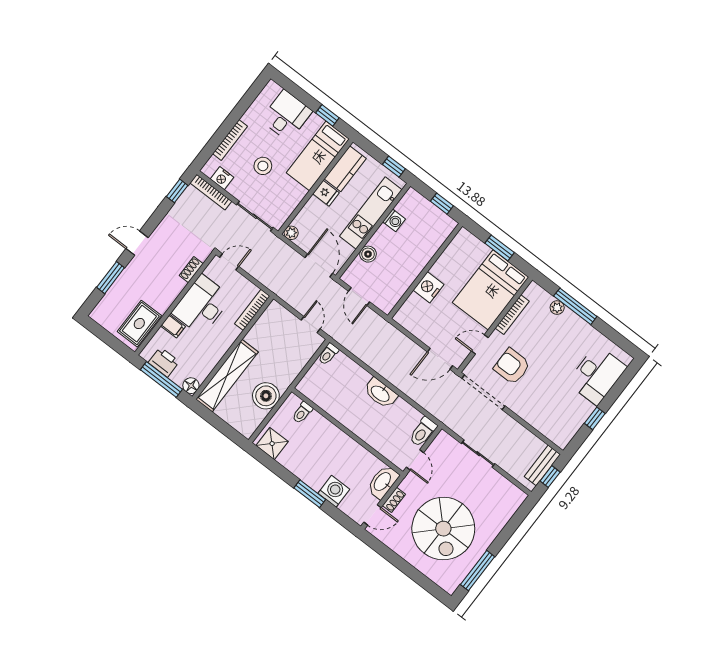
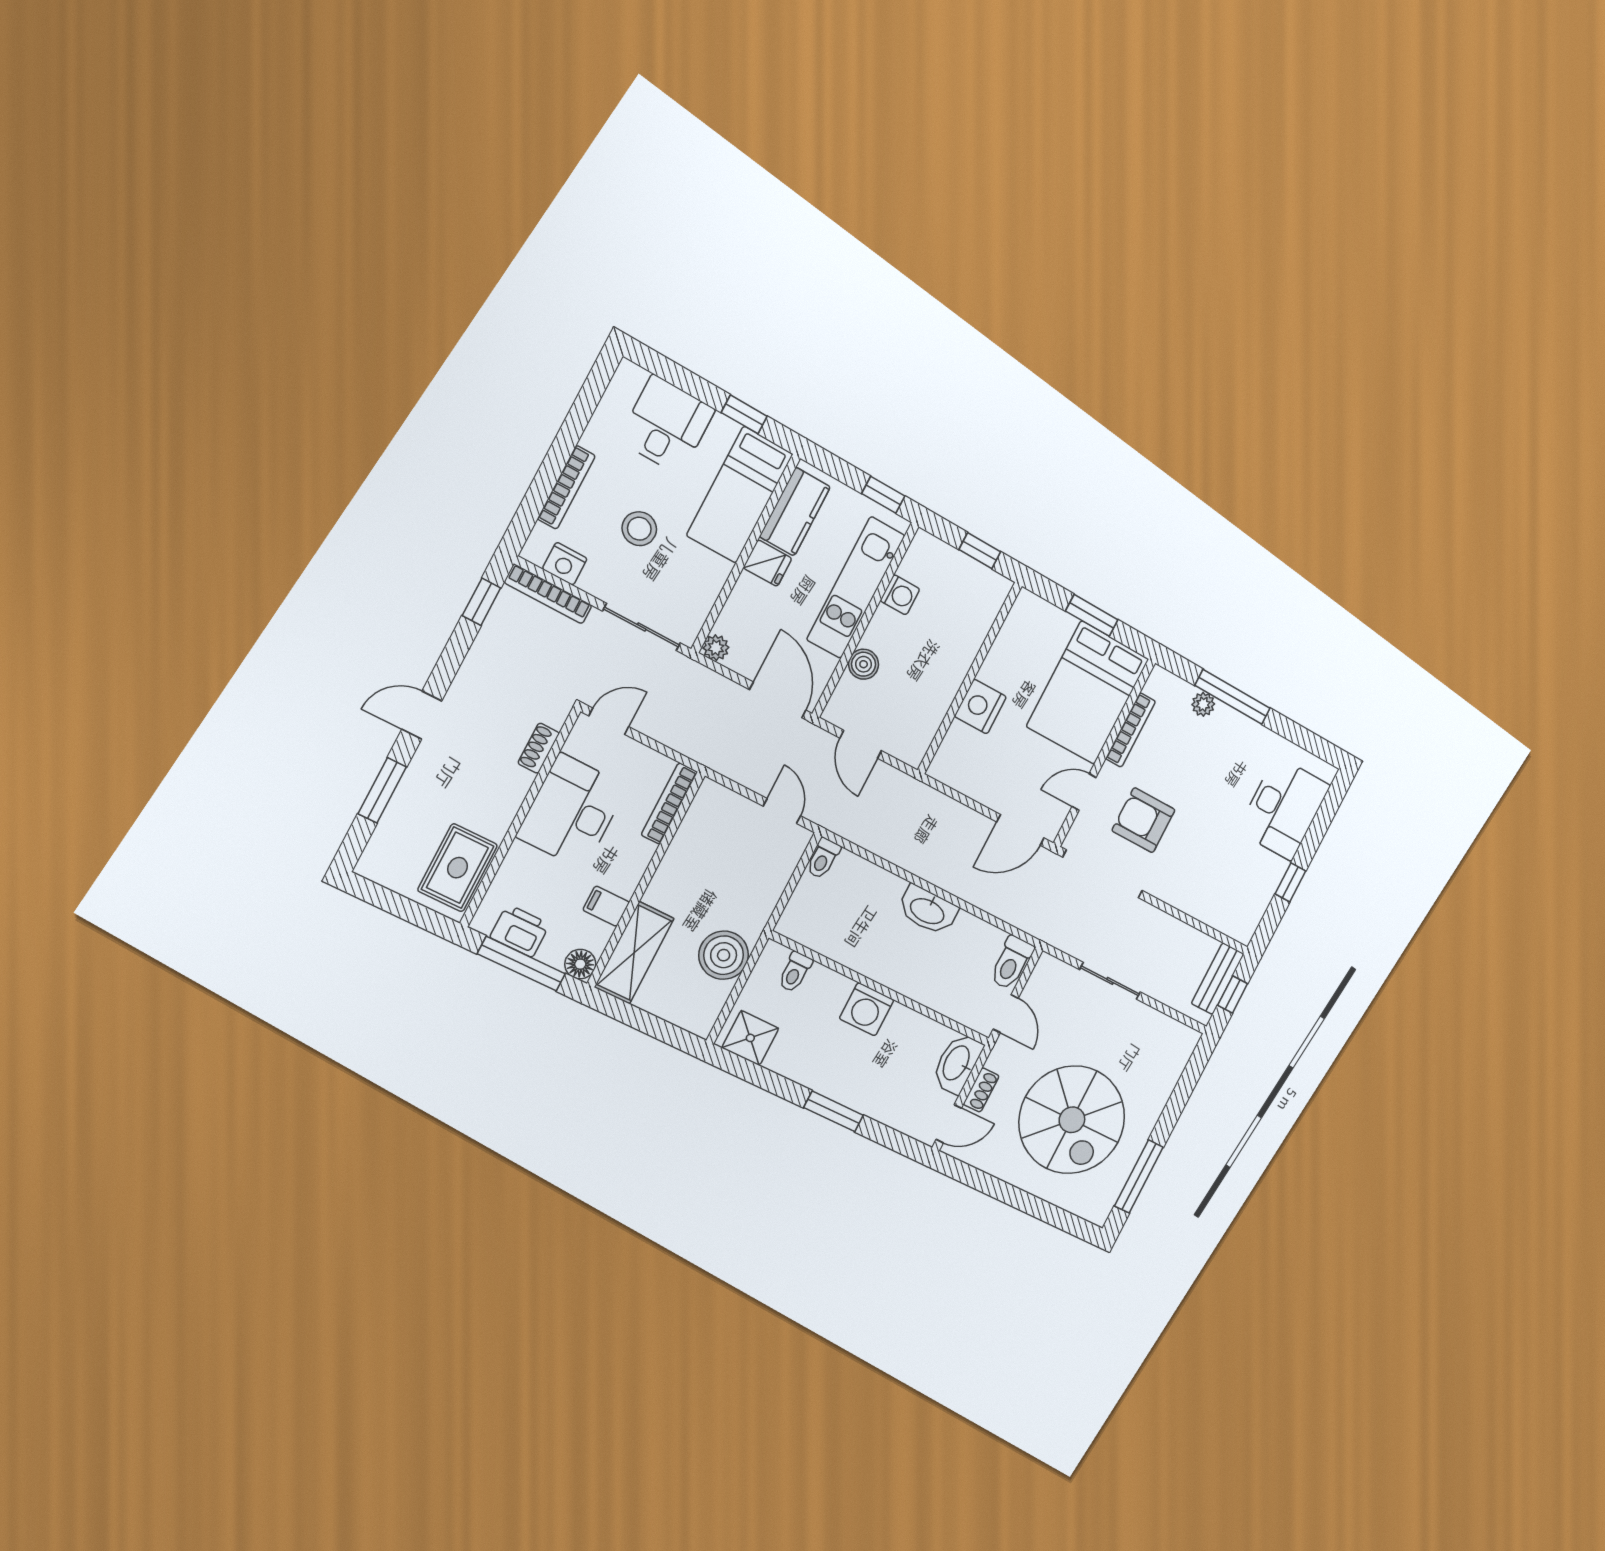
filing cabinet: (173, 326) -> (606, 906), moved, turned 180
shelving: (227, 376) -> (634, 953), width x0.68
washing machine: (334, 491) -> (867, 1009), moved, turned 180

